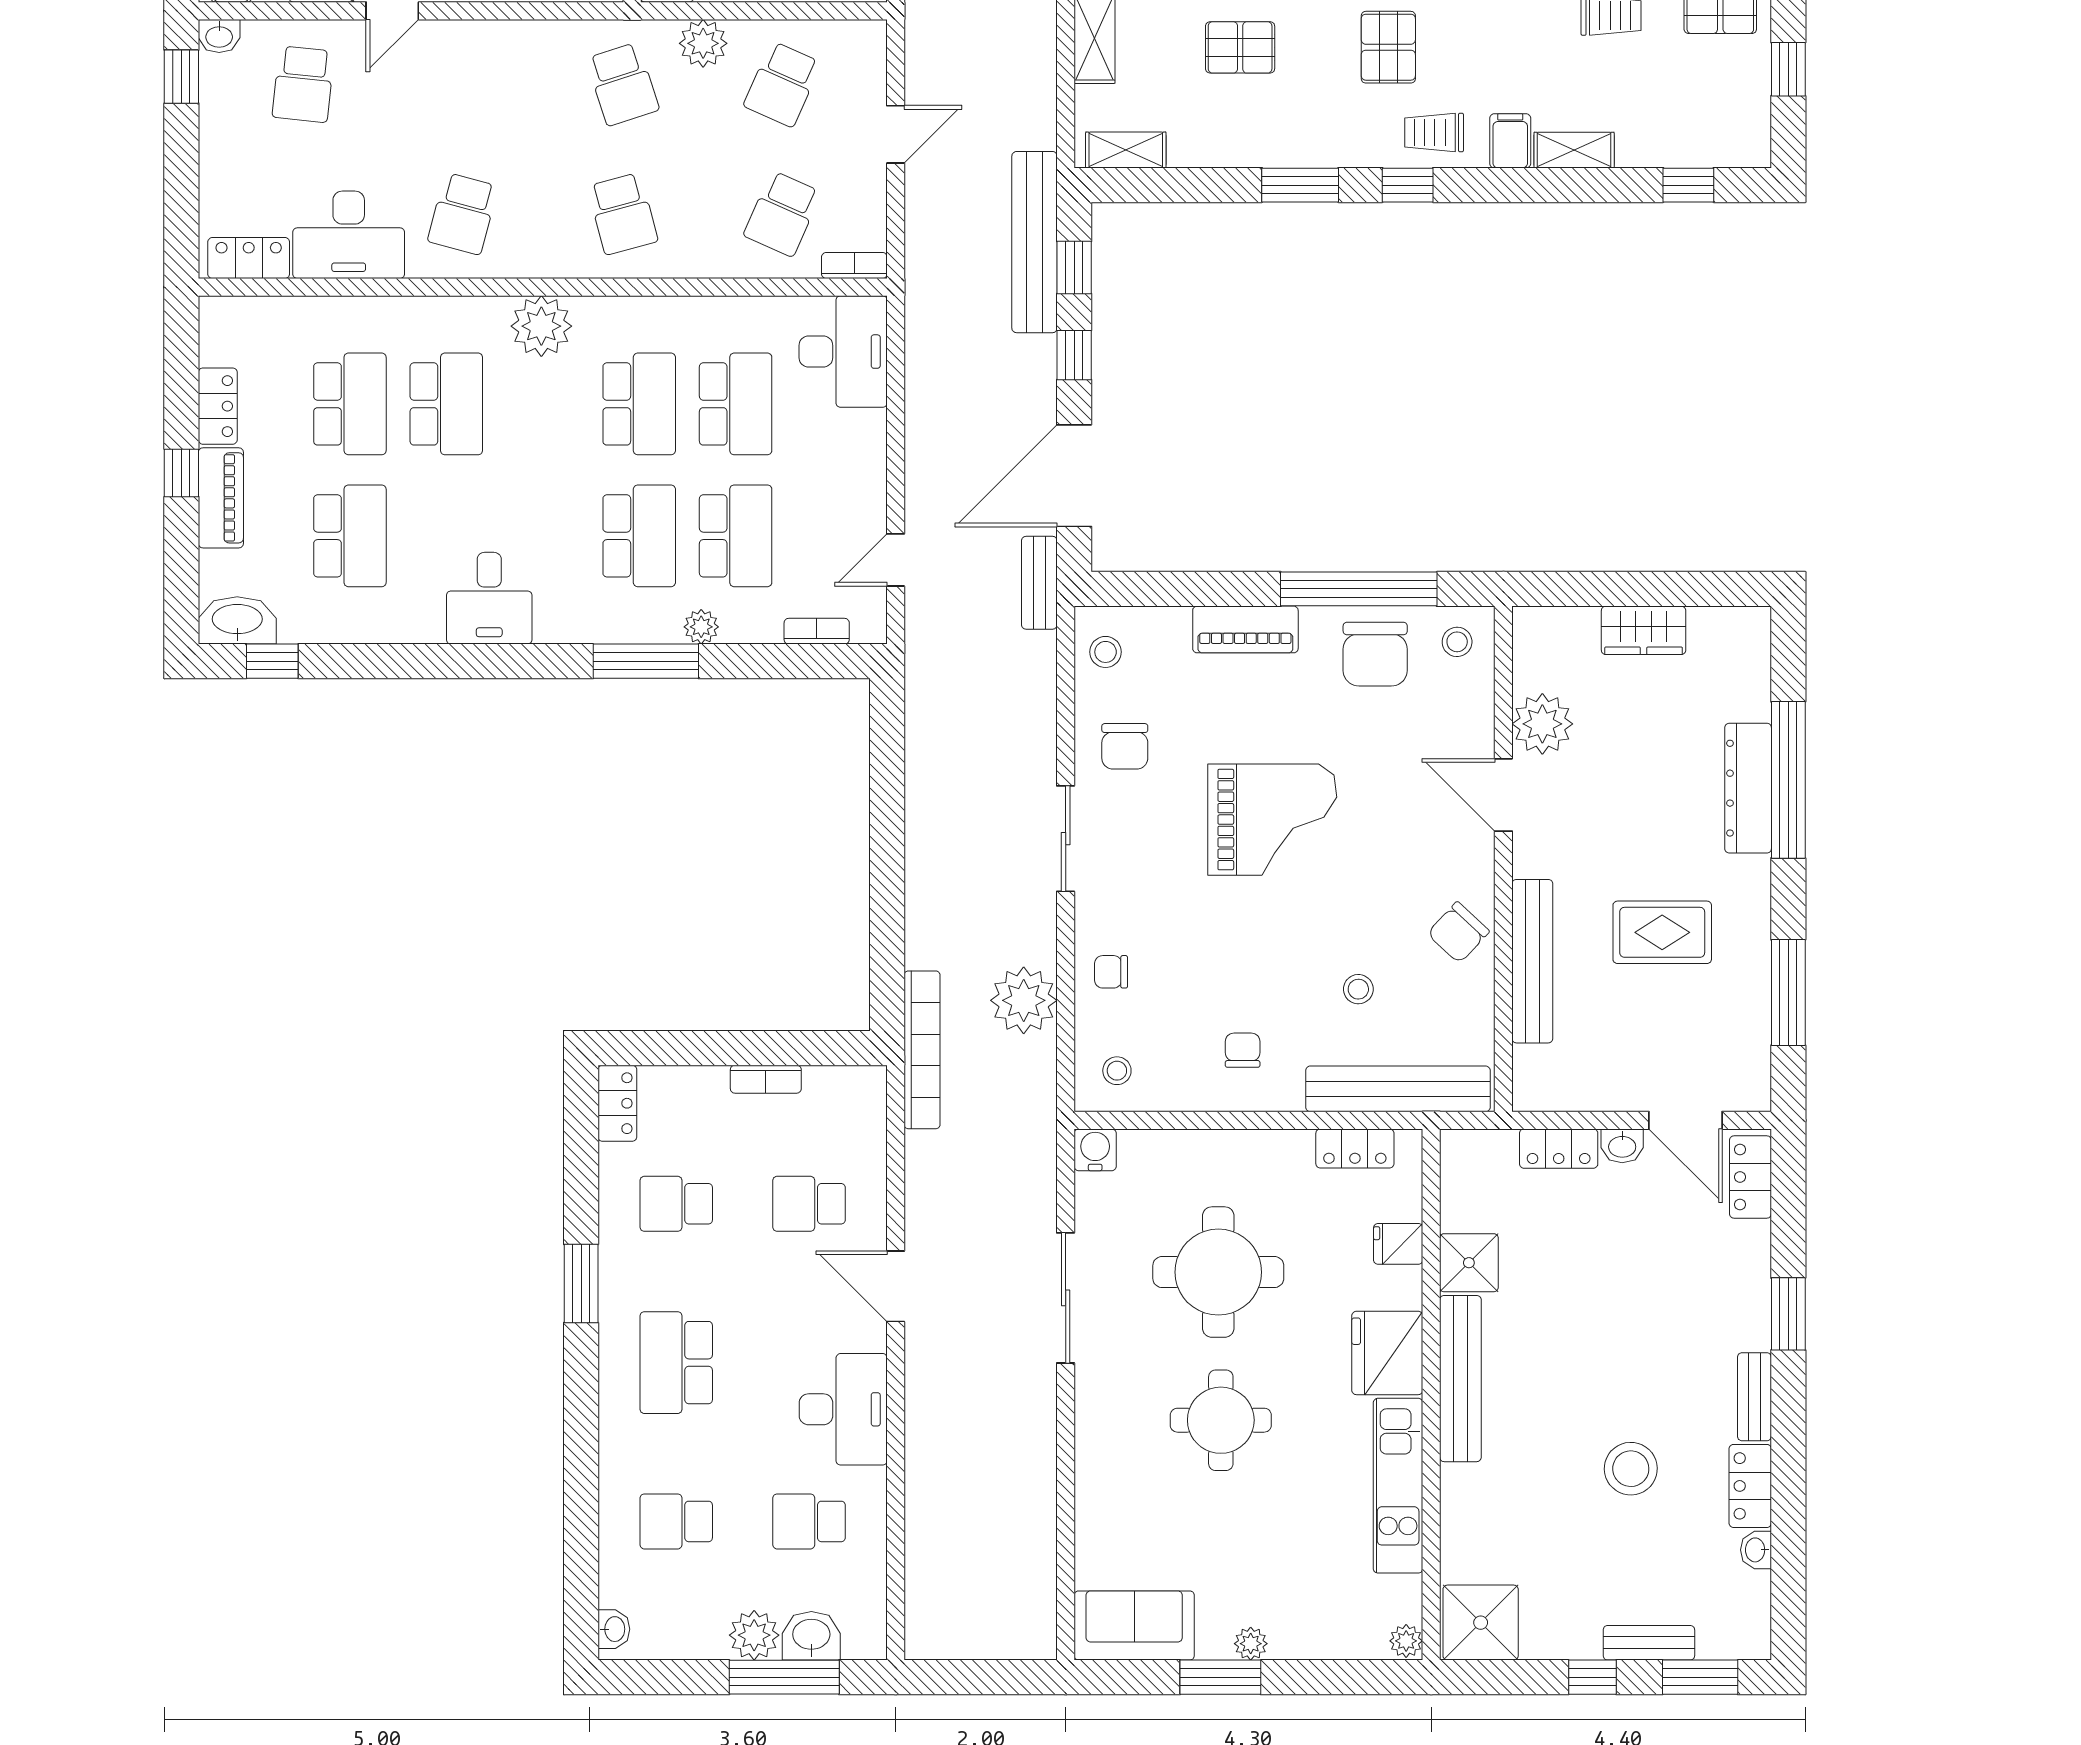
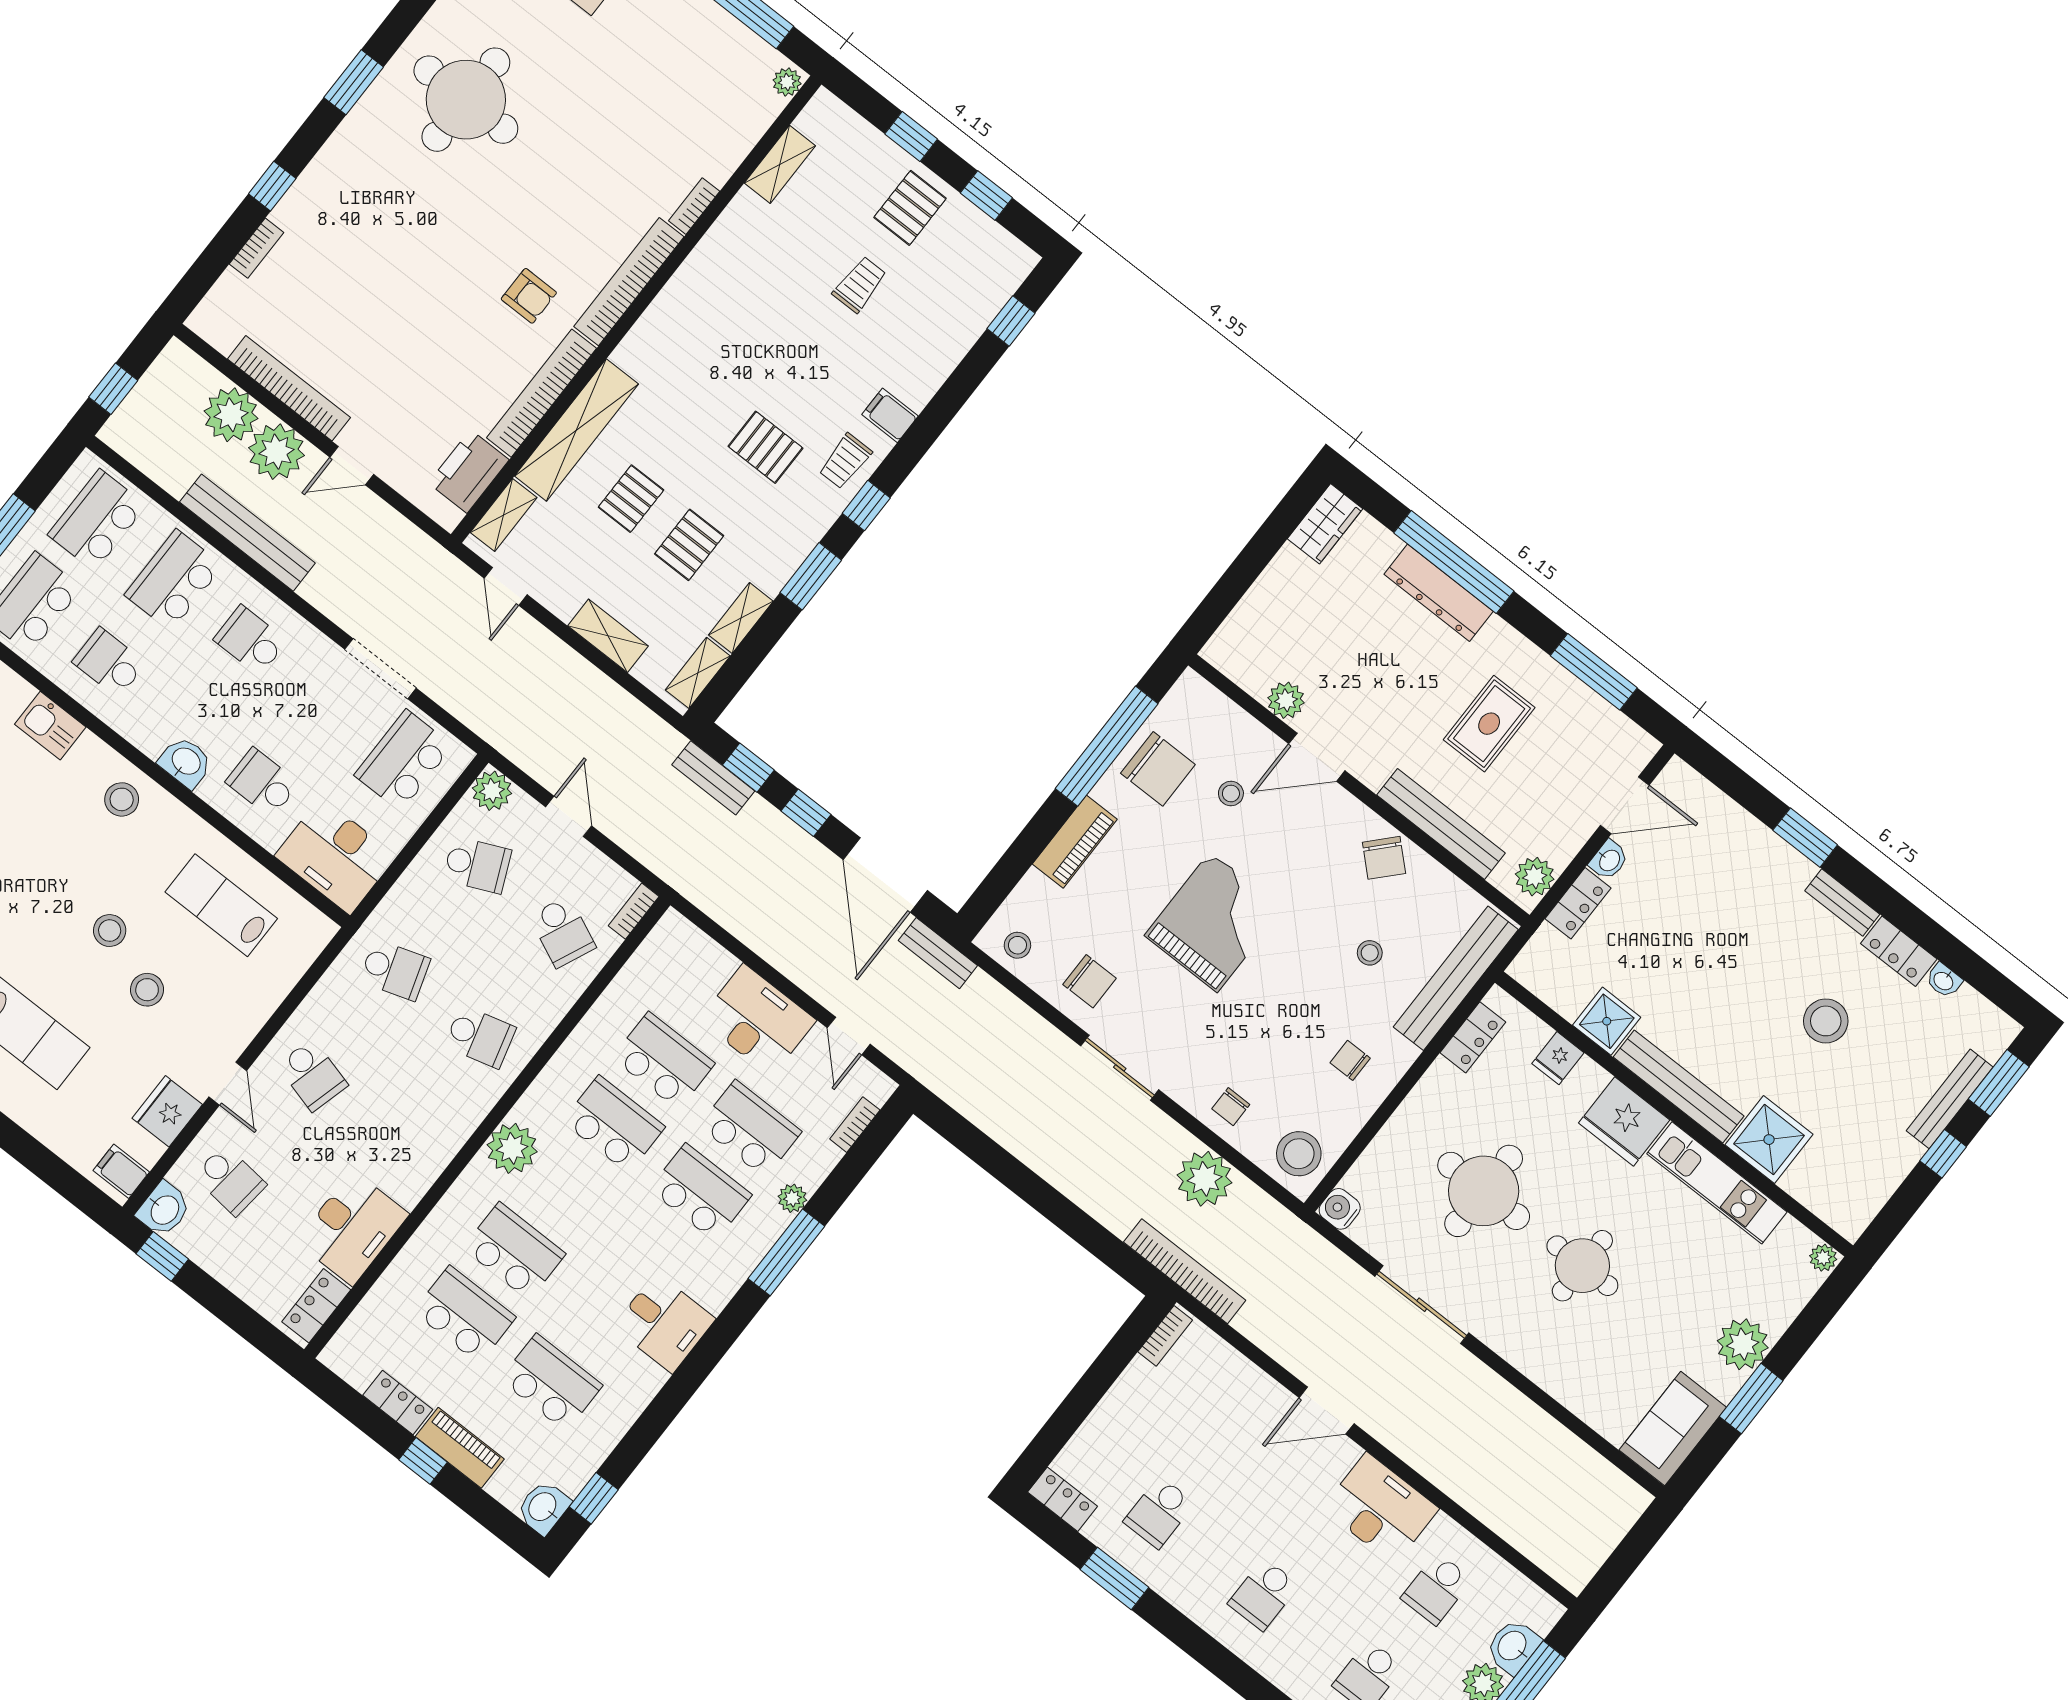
washbasin: (219, 36) -> (164, 1209), width x1.38, depth x1.45
plant: (703, 43) -> (492, 791), moved
school desk: (782, 84) -> (477, 865), turned -48
shelving: (1574, 150) -> (741, 618), moved
school desk: (463, 214) -> (312, 1075), moved
bench: (1035, 242) -> (713, 778), width x0.54, depth x0.82
desk: (843, 352) -> (758, 1020), moved
washbasin: (237, 620) -> (543, 1507), width x0.72
wardrobe: (1644, 630) -> (1325, 524), moved
stool: (1457, 642) -> (1231, 794), moved
plant: (1542, 724) -> (1286, 700), width x0.73, depth x0.73
stool: (1117, 1071) -> (1299, 1154), width x1.89, depth x1.89
bookcase: (766, 1079) -> (1165, 1336), moved
plant: (1552, 1088) -> (1535, 877), added
locker: (1750, 1177) -> (1696, 792), removed
school desk: (809, 1204) -> (1228, 1425), removed
window: (581, 1283) -> (1114, 1578), moved
school desk: (676, 1363) -> (1264, 1594), width x0.54
shower: (1481, 1623) -> (1769, 1140), moved
bench: (1649, 1643) -> (1950, 1099), width x1.36
plant: (1251, 1644) -> (1743, 1344), width x1.88, depth x1.88

